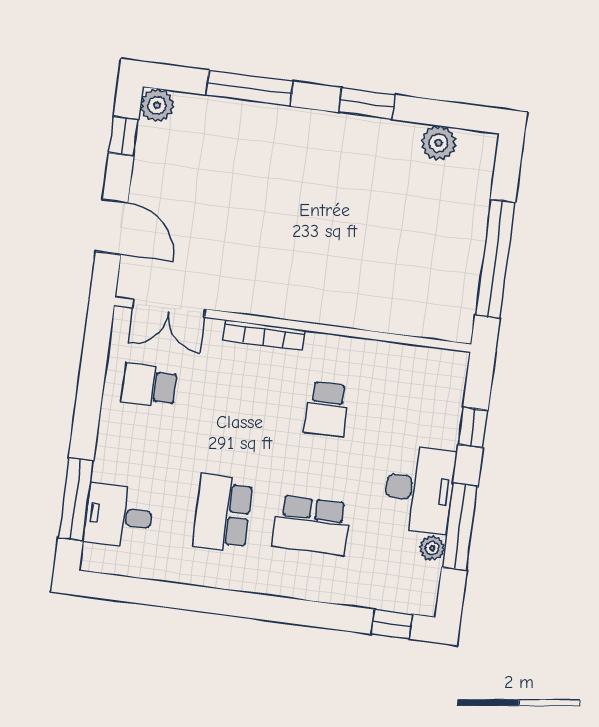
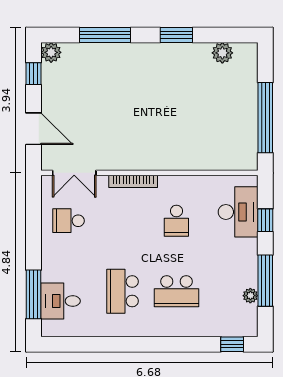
desk: (419, 489) -> (238, 212), moved

